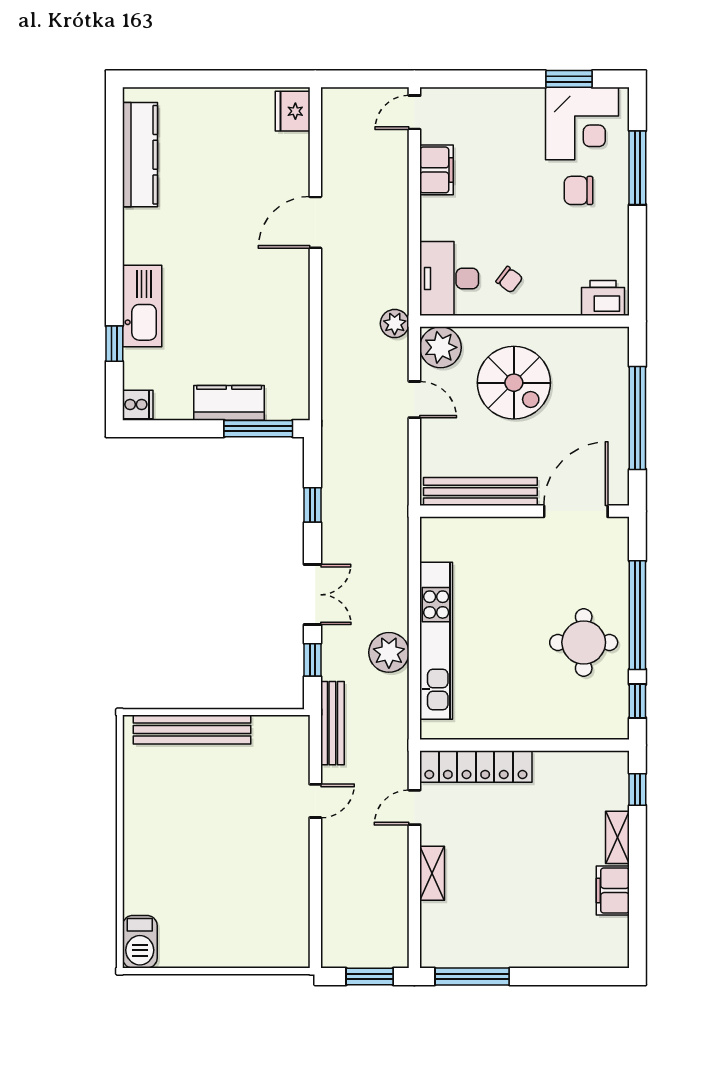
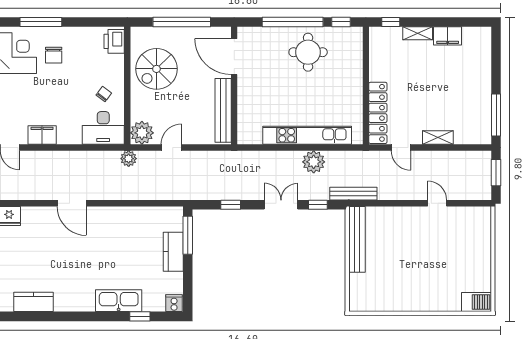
kitchen counter: (140, 155) -> (34, 302), width x0.67
spiral stairs: (514, 383) -> (156, 69), moved, turned 180
bench: (192, 730) -> (357, 239), moved
door: (315, 801) -> (437, 203), moved

